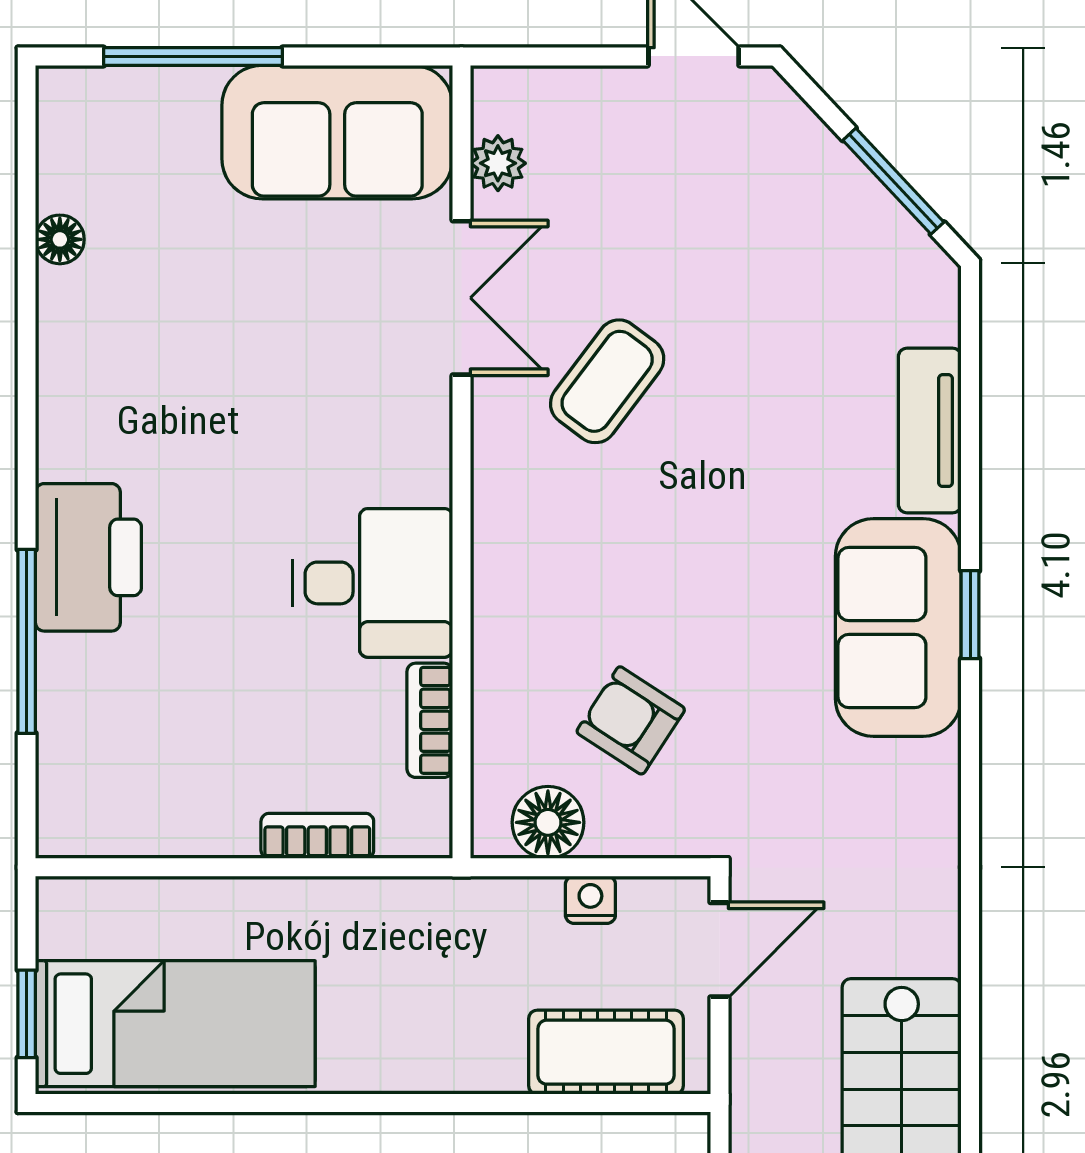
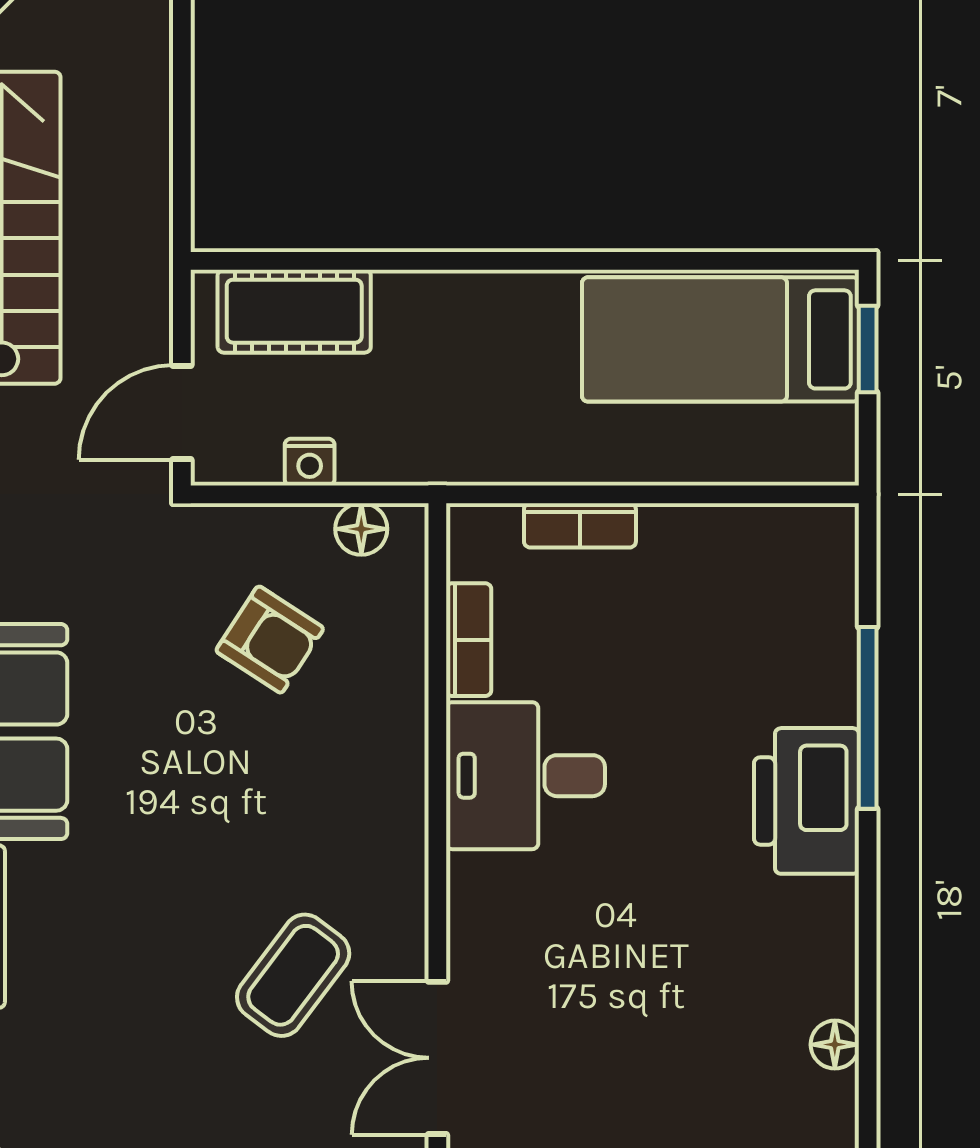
floor lamp: (60, 239) -> (835, 1045), moved
floor lamp: (548, 822) -> (361, 529), width x0.73, depth x0.73

